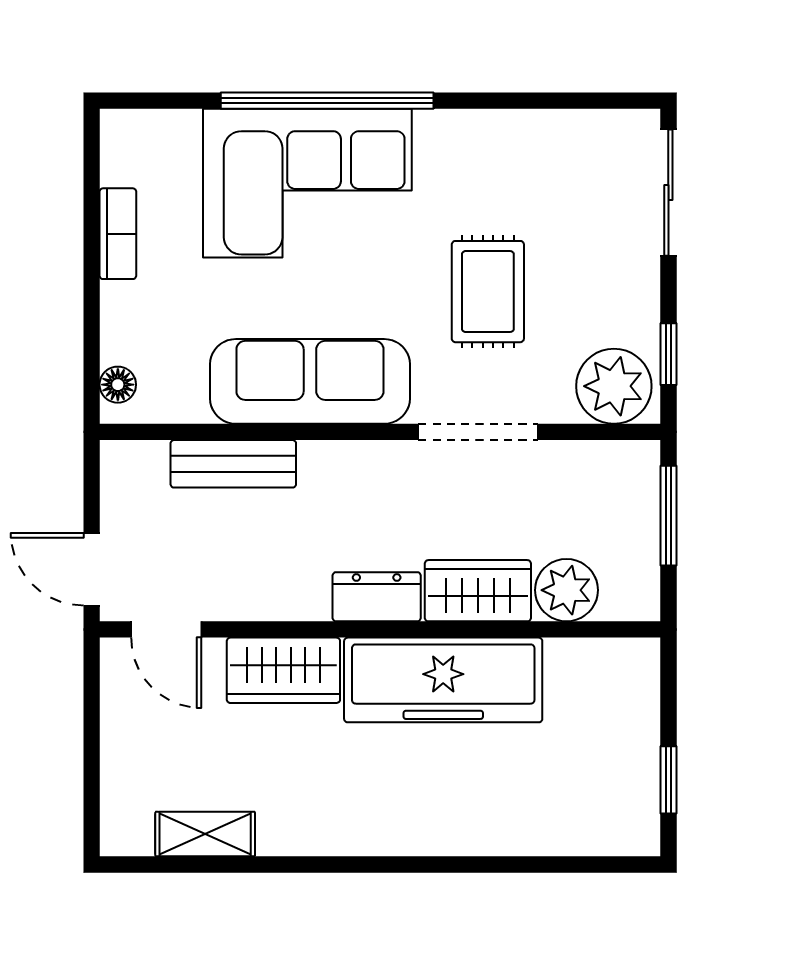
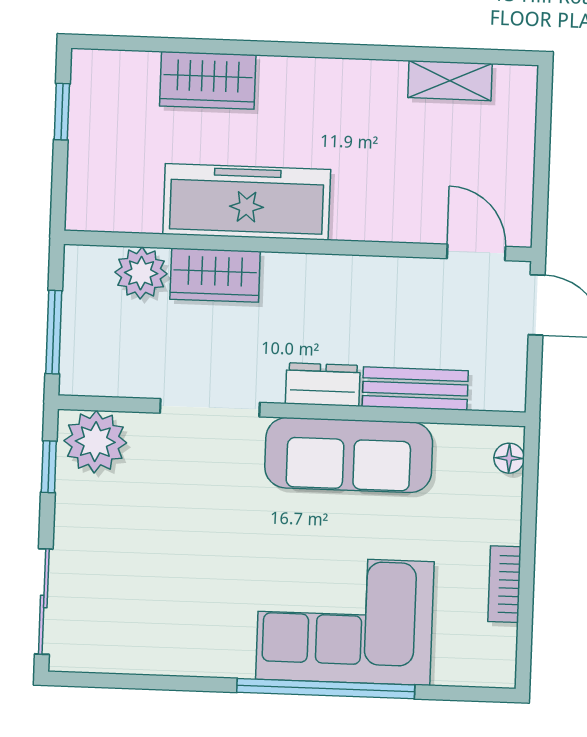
rug: (488, 292) -> (198, 524), removed
dresser: (377, 597) -> (323, 385), moved, turned 180
wardrobe: (283, 670) -> (208, 80), moved, turned 180

